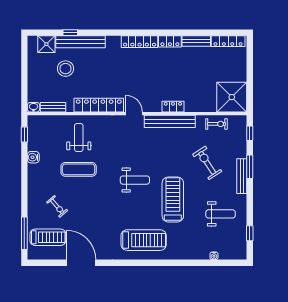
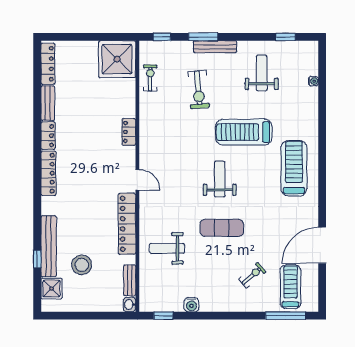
door: (134, 114) -> (137, 180), swing flipped
bench: (170, 121) -> (147, 136), removed
exercise bike: (207, 163) -> (198, 90), turned -62
exercise mat: (79, 169) -> (222, 228), moved, turned 90

